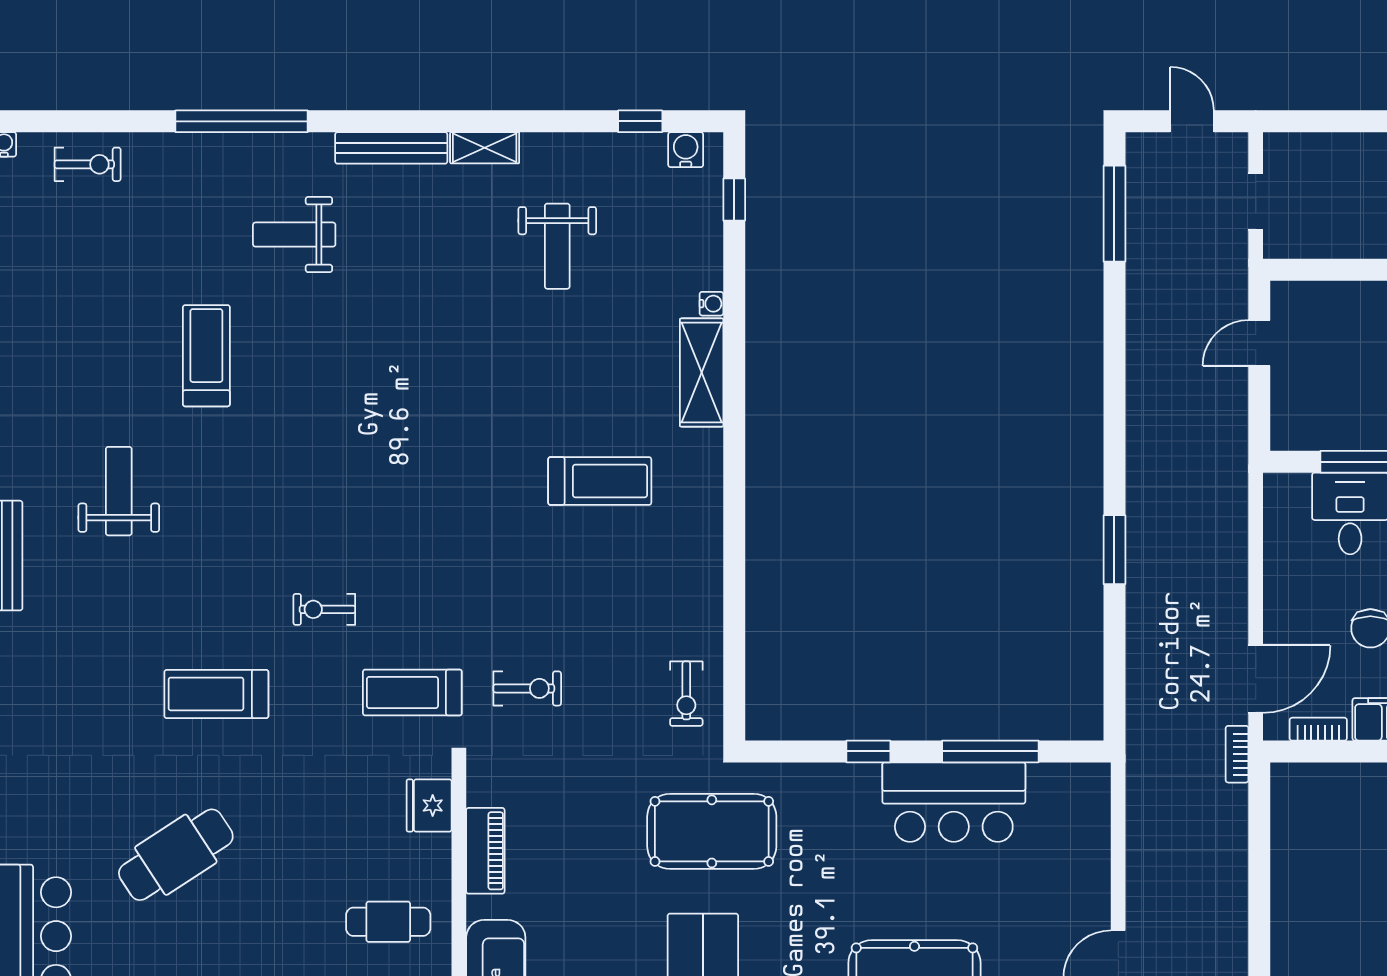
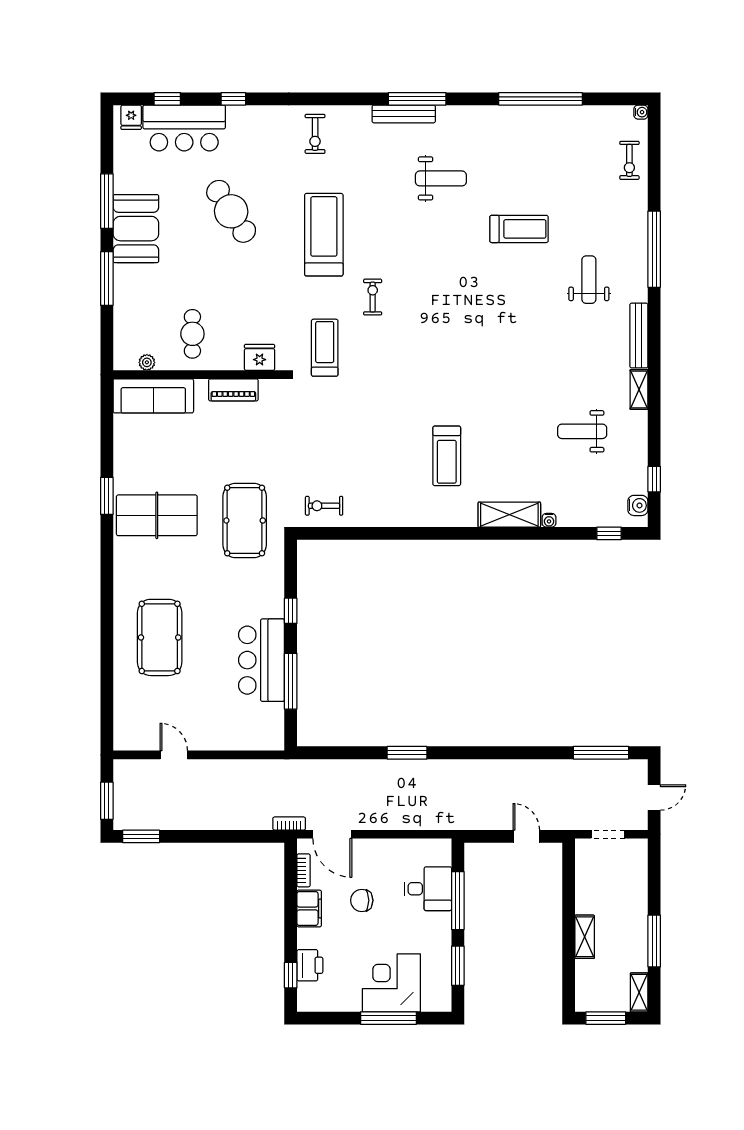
exercise bike: (527, 688) -> (315, 134), moved
treadmill: (216, 694) -> (324, 235), width x1.37, depth x1.38

